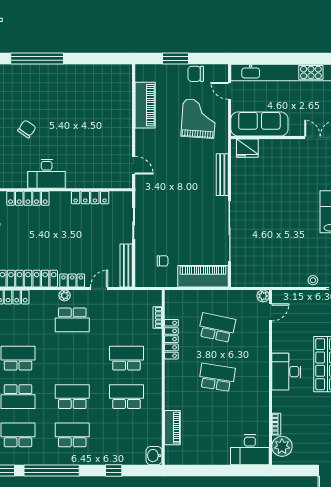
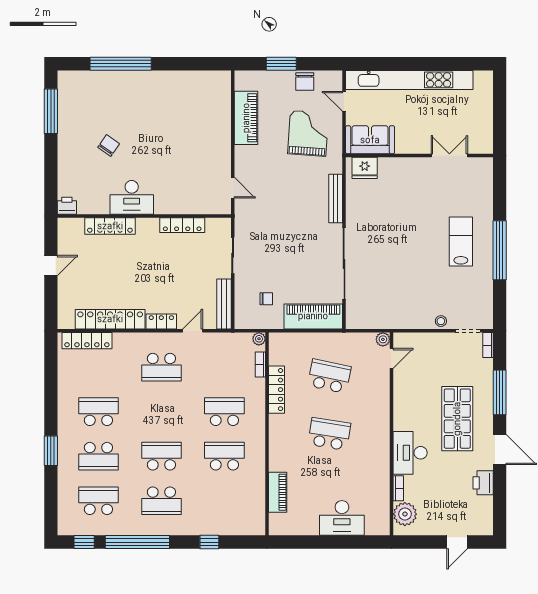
chair: (196, 74) -> (305, 82), turned -90
sofa: (259, 124) -> (370, 140), width x0.73
plant: (65, 295) -> (259, 339), moved
desk: (286, 372) -> (410, 453), moved
school desk: (72, 435) -> (161, 501), turned 180
desk: (250, 450) -> (342, 518), moved
washbasin: (154, 456) -> (256, 525), removed

